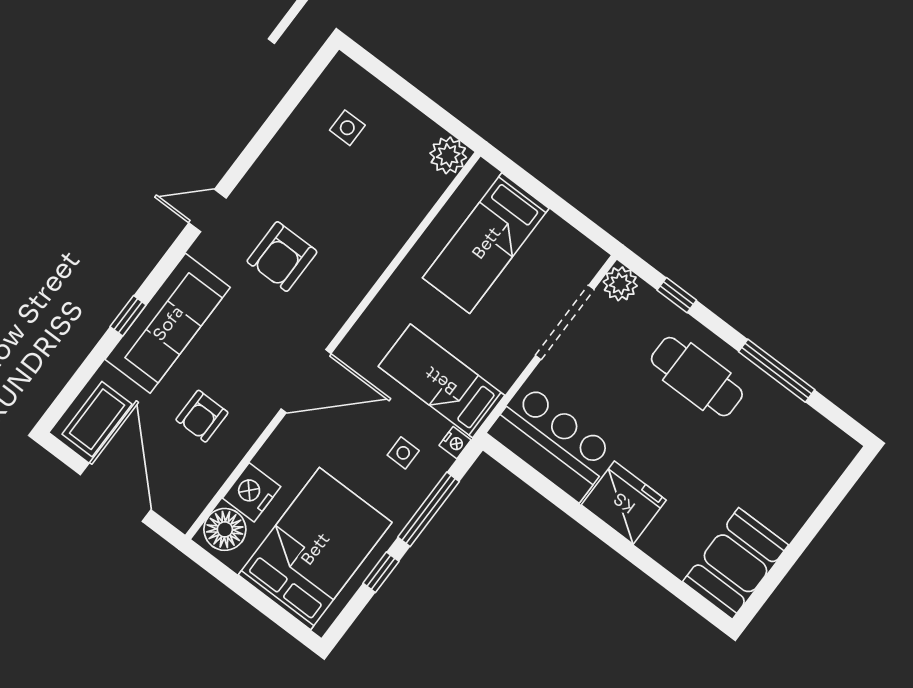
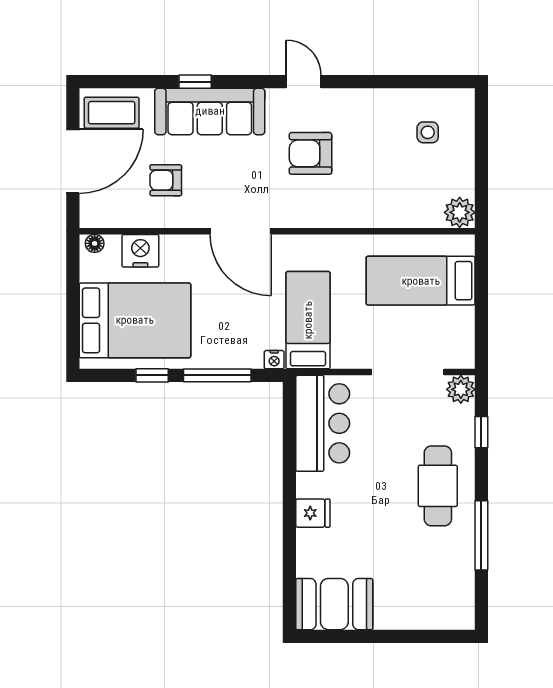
side table: (403, 453) -> (242, 331), removed
fridge: (624, 503) -> (313, 513), width x0.53, depth x0.75
floor lamp: (225, 529) -> (95, 243), width x0.53, depth x0.53

